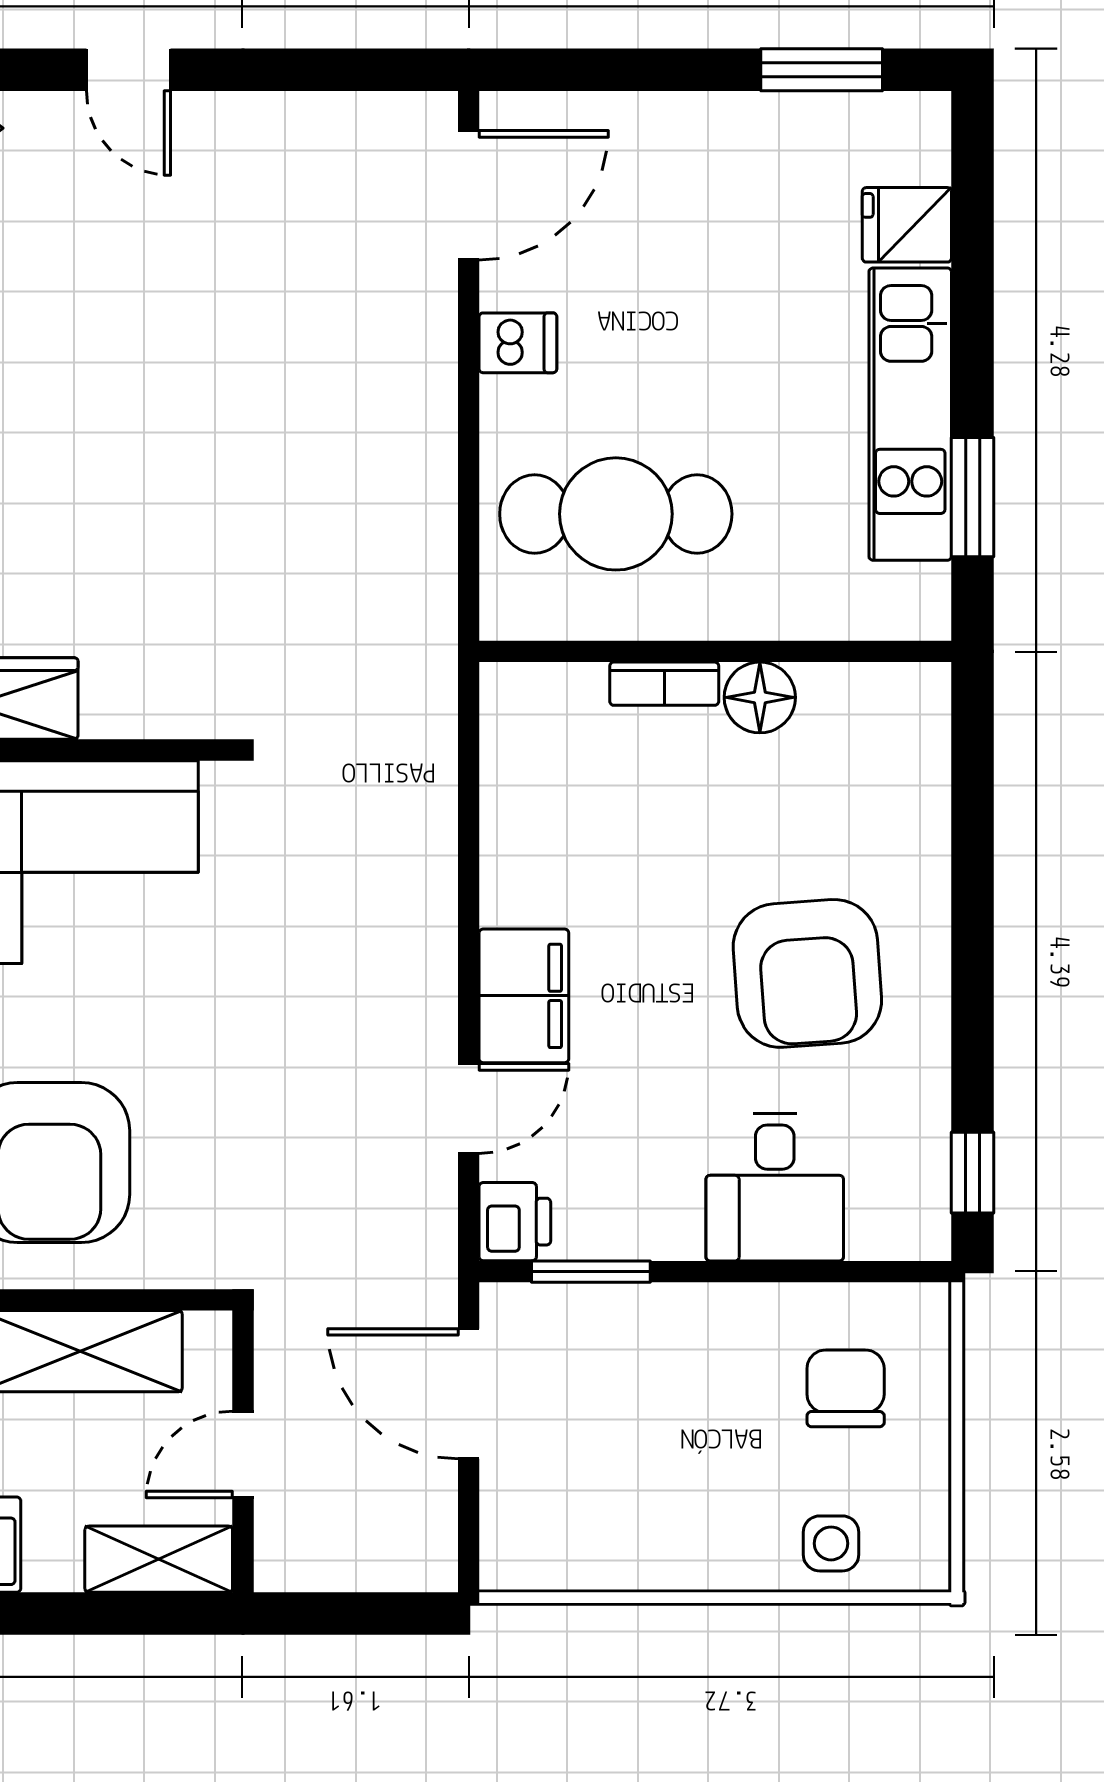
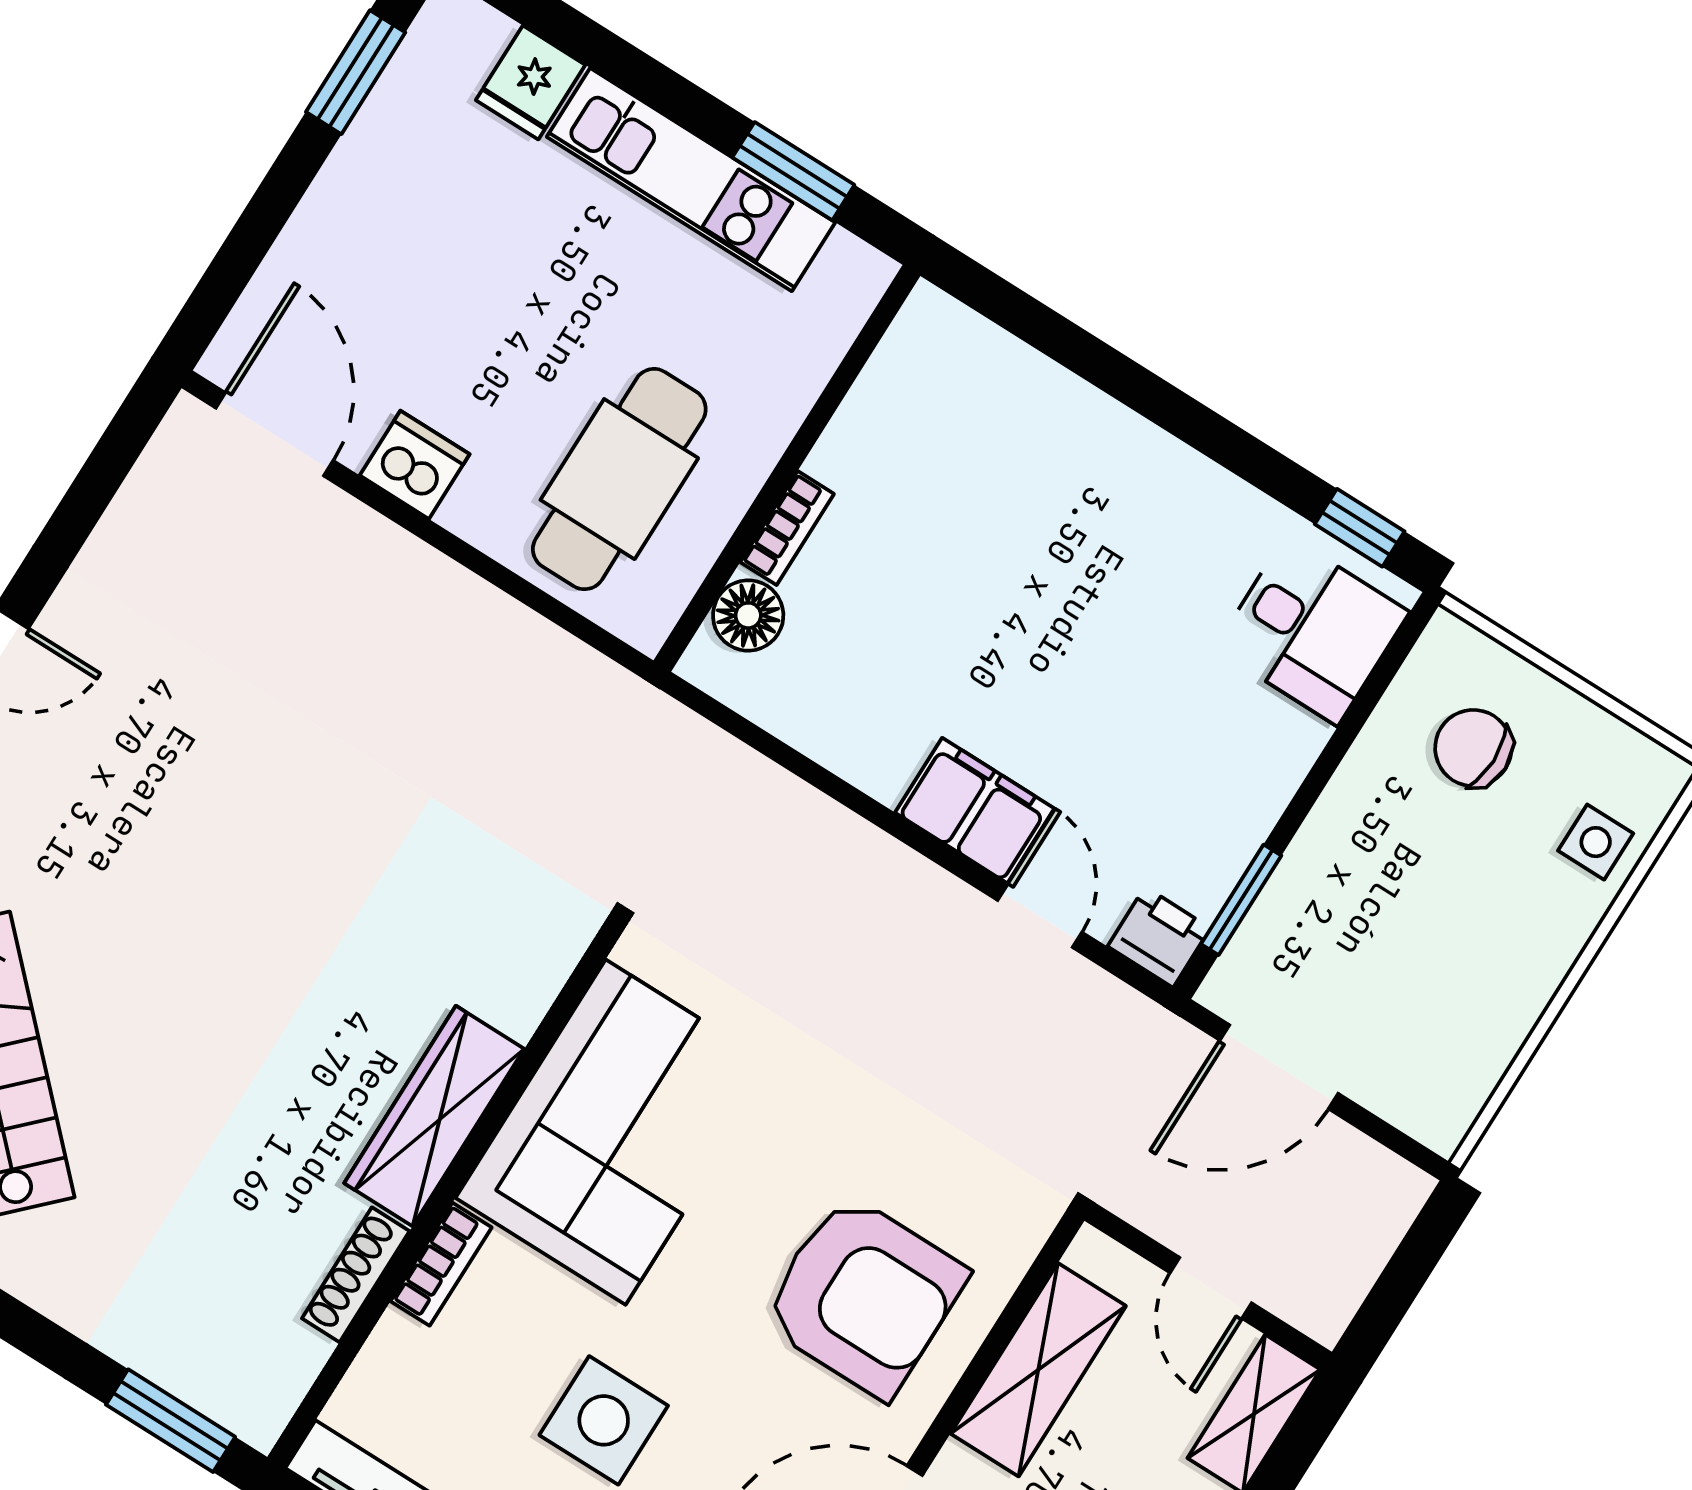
dishwasher: (518, 343) -> (415, 465), width x1.38
floor lamp: (760, 697) -> (748, 615), moved
armchair: (807, 973) -> (1105, 561), removed
desk: (775, 1187) -> (1312, 630), moved

